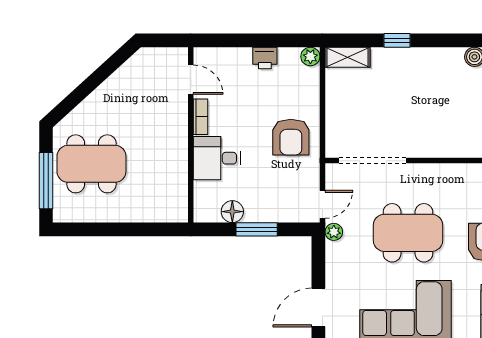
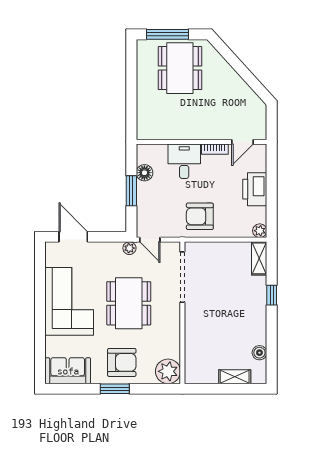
printer: (265, 58) -> (255, 189), width x1.87, depth x1.48

